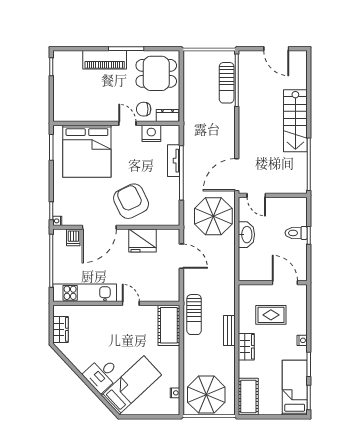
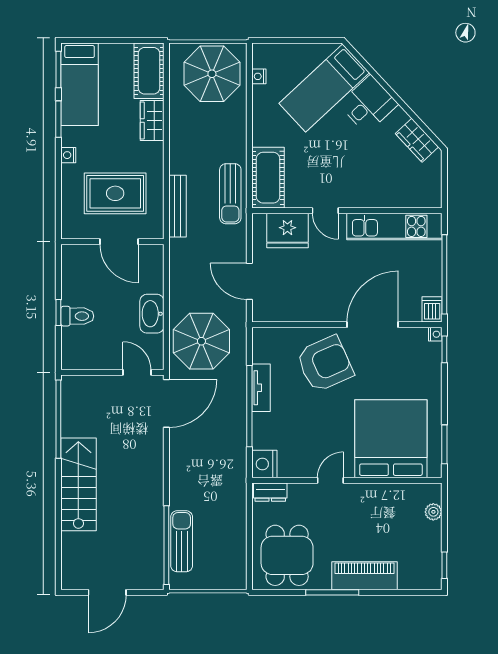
door: (276, 49) -> (107, 592), swing flipped
dining table: (156, 73) -> (287, 555), turned 90
plant: (59, 102) -> (433, 512), added
chair: (144, 109) -> (306, 502), removed
door: (127, 123) -> (330, 480), swing flipped
nightstand: (151, 133) -> (264, 464), moved, turned 90
tv unit: (174, 161) -> (261, 388), moved
armchair: (131, 201) -> (325, 364), turned -88
dishwasher: (73, 237) -> (432, 309), moved
fridge: (143, 240) -> (287, 230), moved, turned 180
door: (285, 283) -> (119, 242), moved
sun lounger: (194, 315) -> (230, 194), turned 180
rug: (271, 315) -> (115, 193), width x1.36, depth x1.43
wardrobe: (61, 329) -> (417, 140), moved, turned -43
bench: (229, 331) -> (178, 206), moved, width x1.36
wardrobe: (246, 347) -> (152, 121), moved

